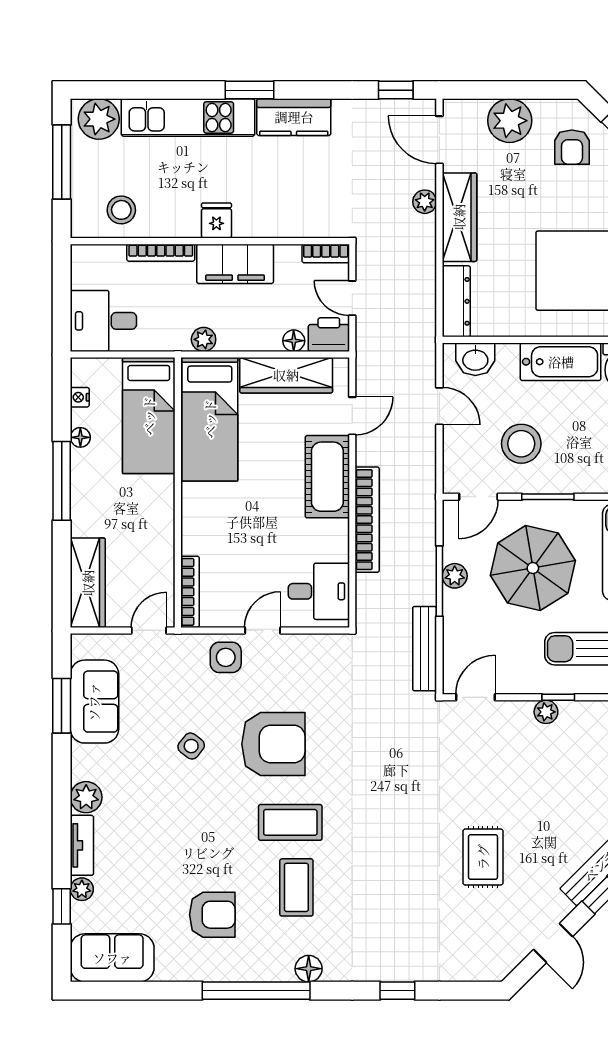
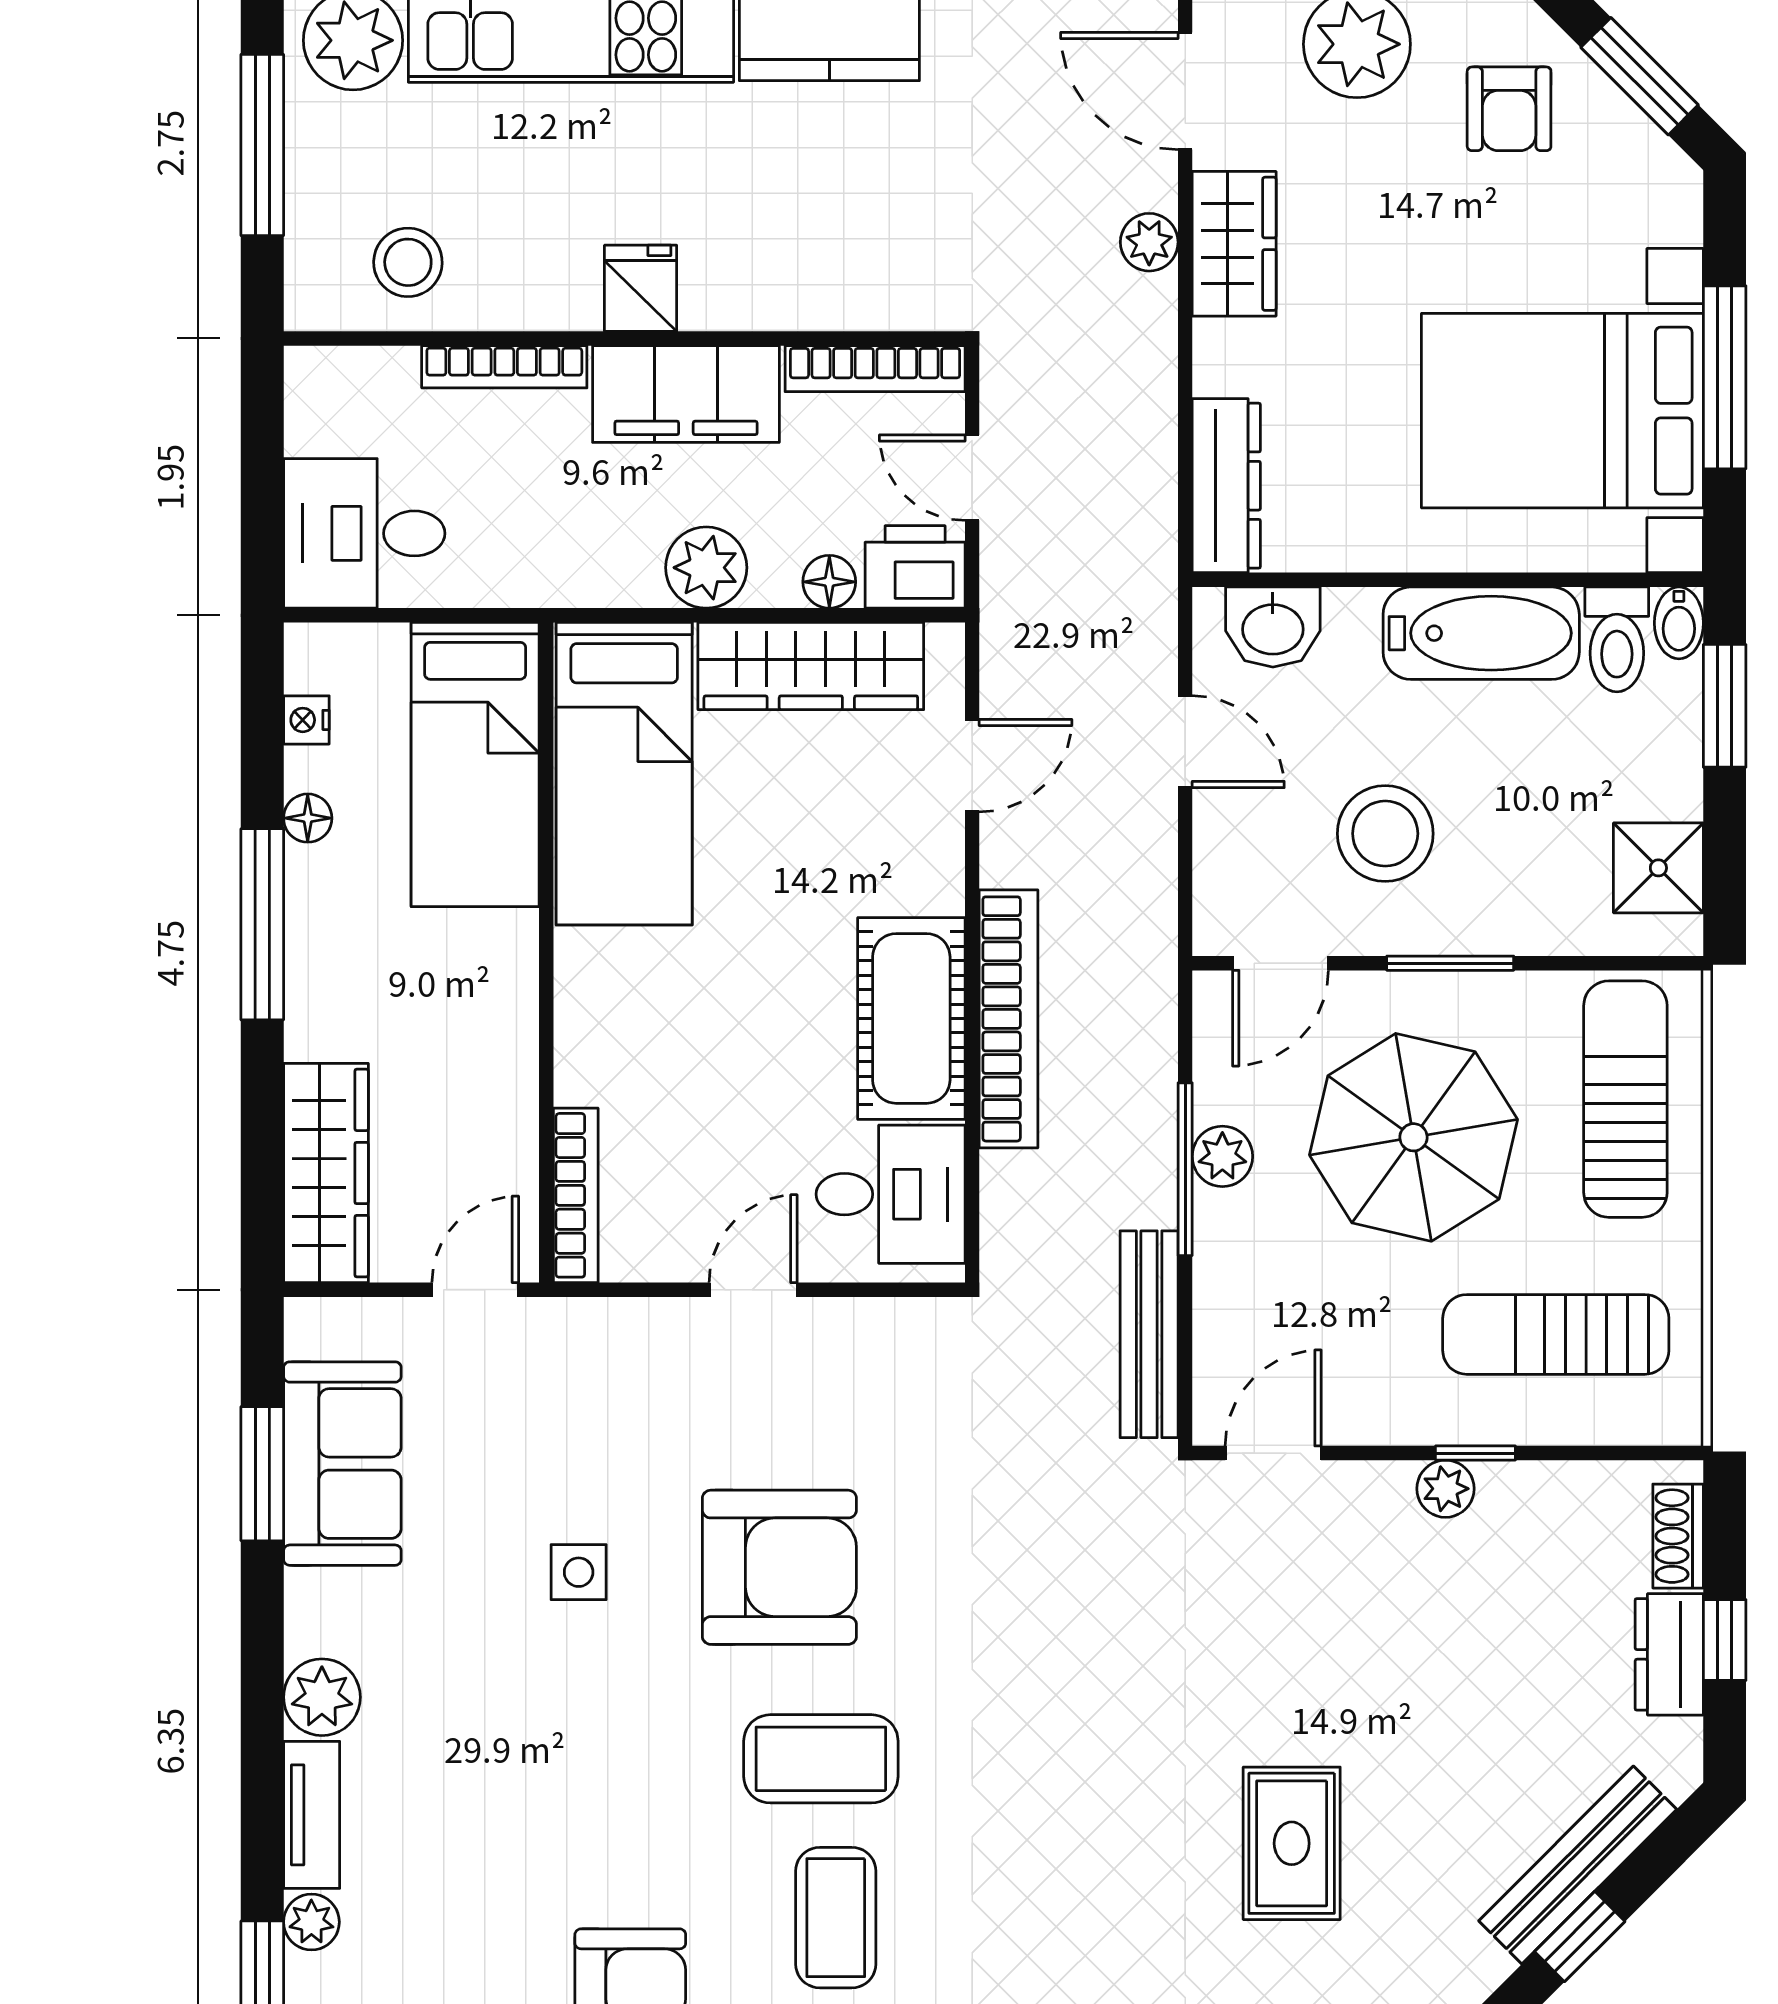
wardrobe: (459, 217) -> (1234, 244), width x0.67
bookcase: (326, 253) -> (875, 369), width x1.56
plant: (204, 339) -> (706, 568), moved, width x1.38, depth x1.38
cot: (327, 477) -> (911, 1018), moved
side table: (226, 657) -> (663, 1356), removed
side table: (191, 746) -> (579, 1572), turned -38

